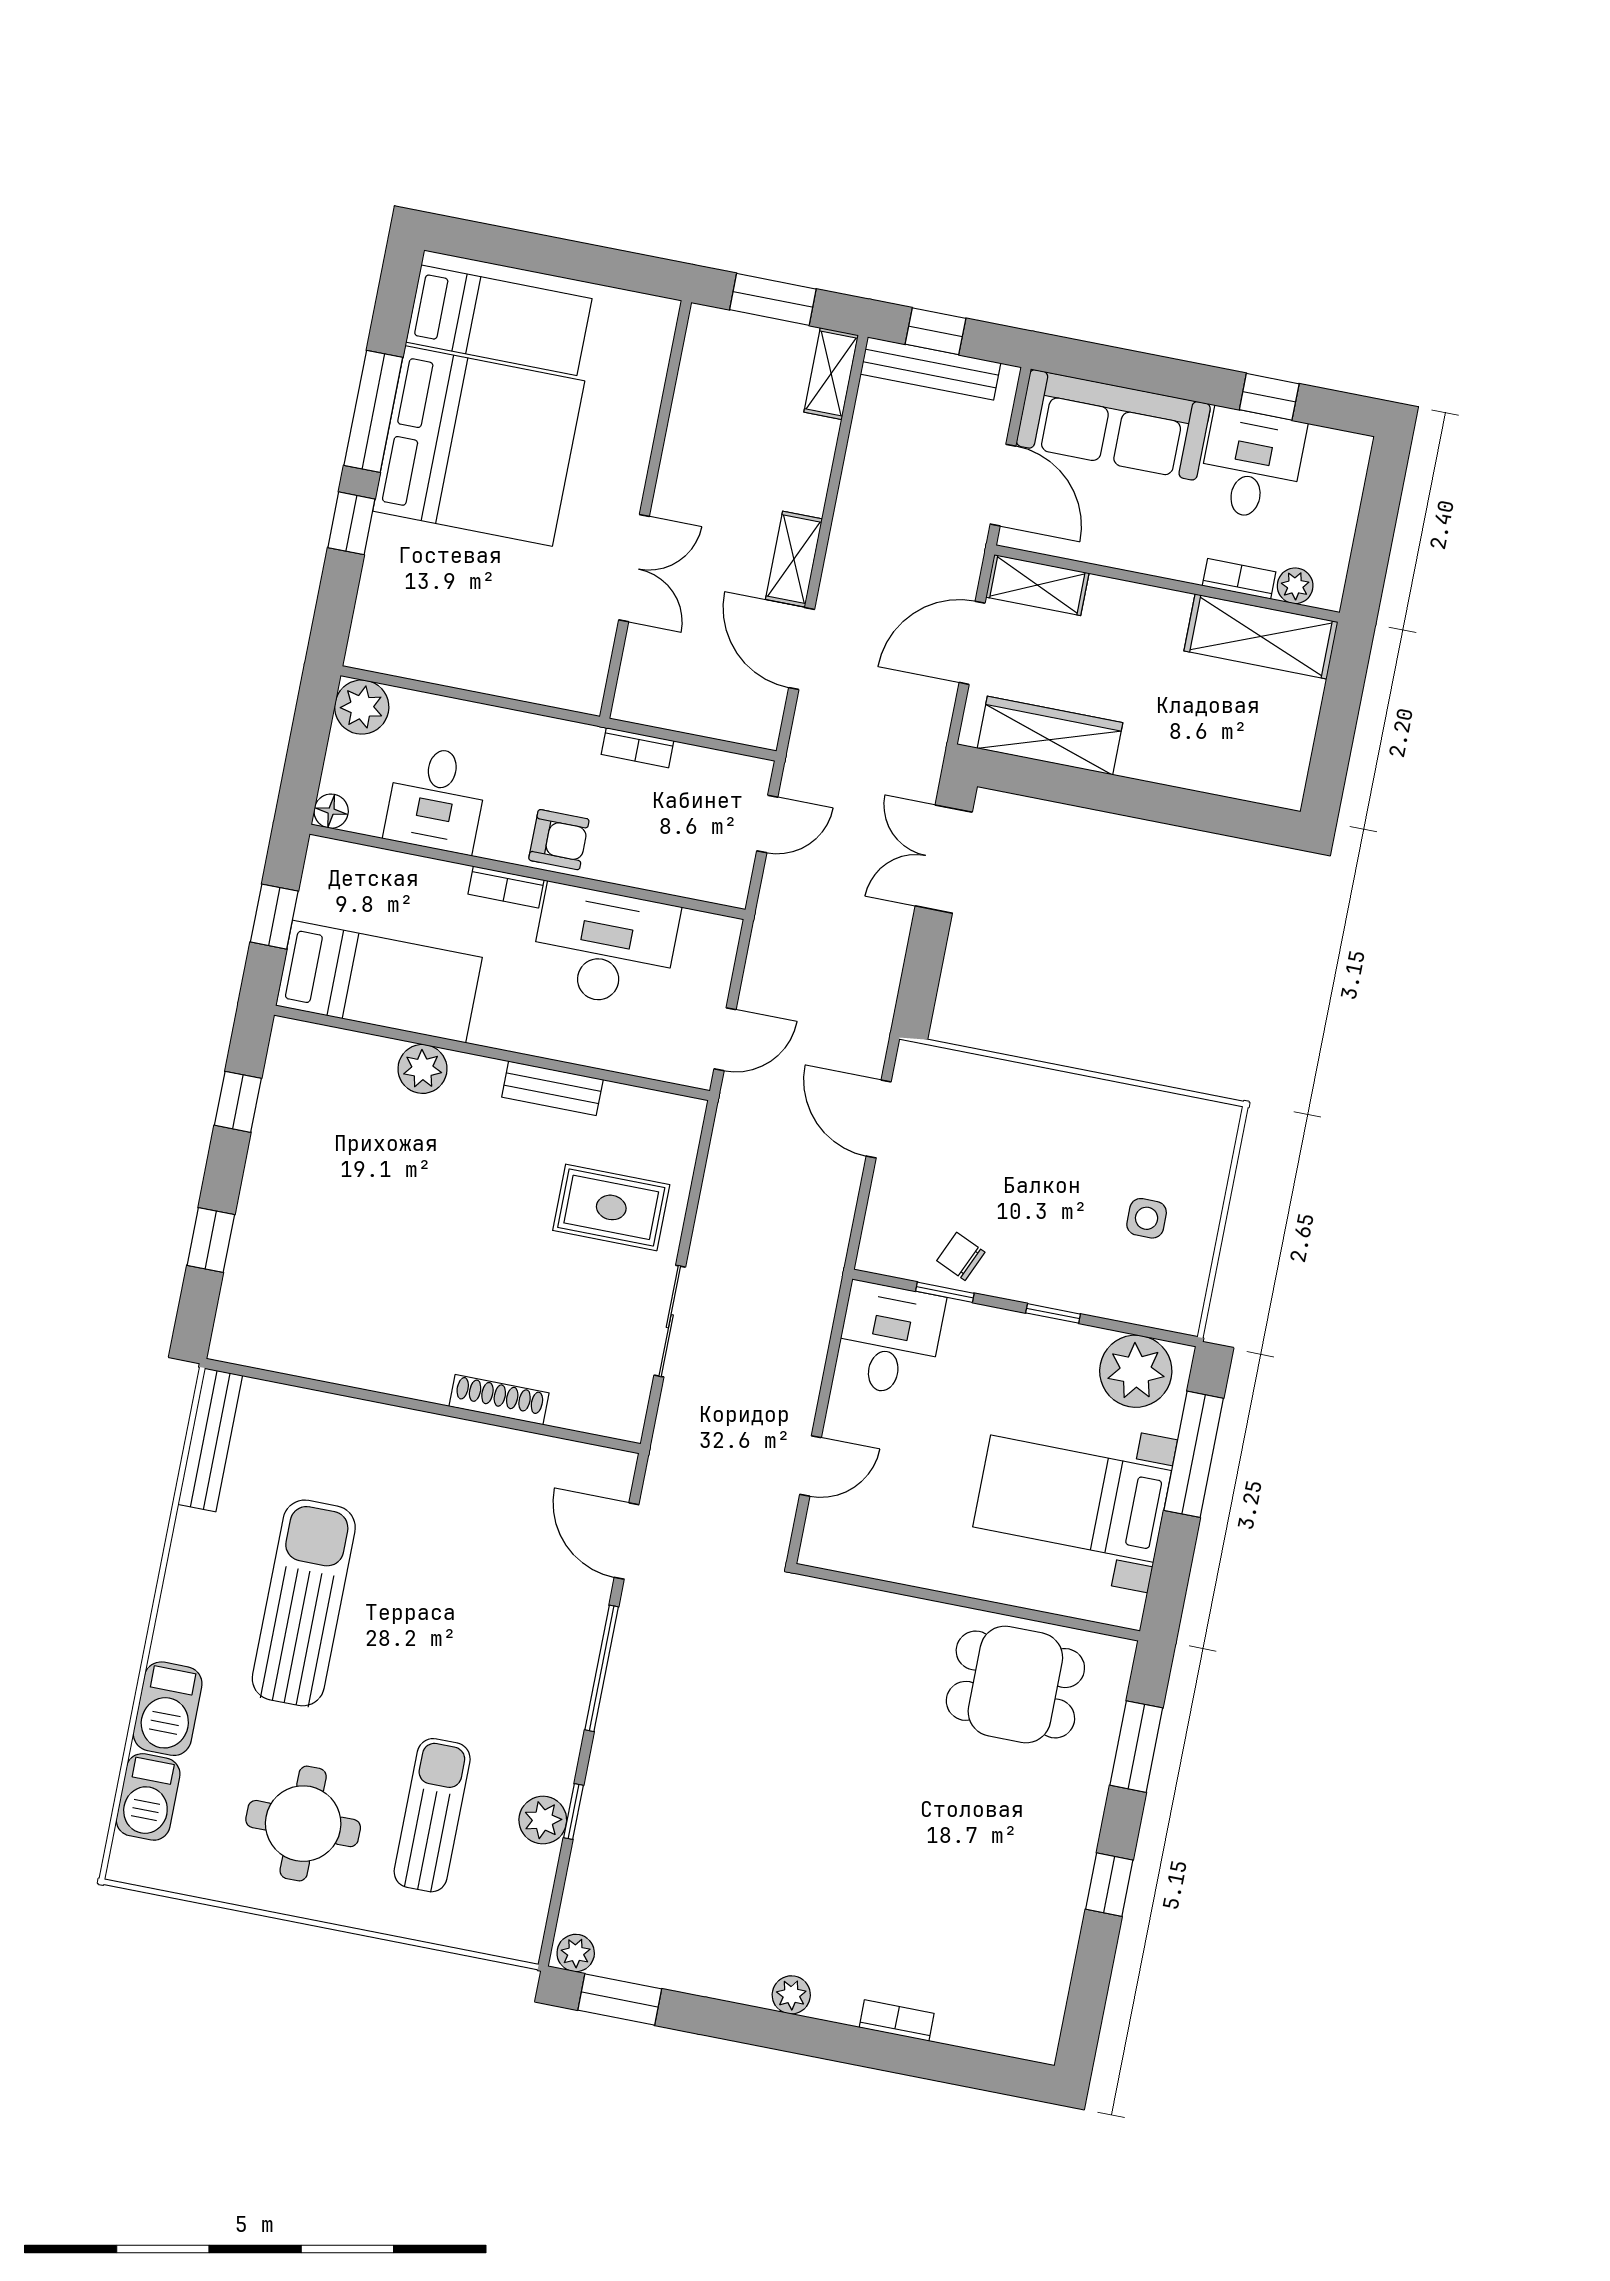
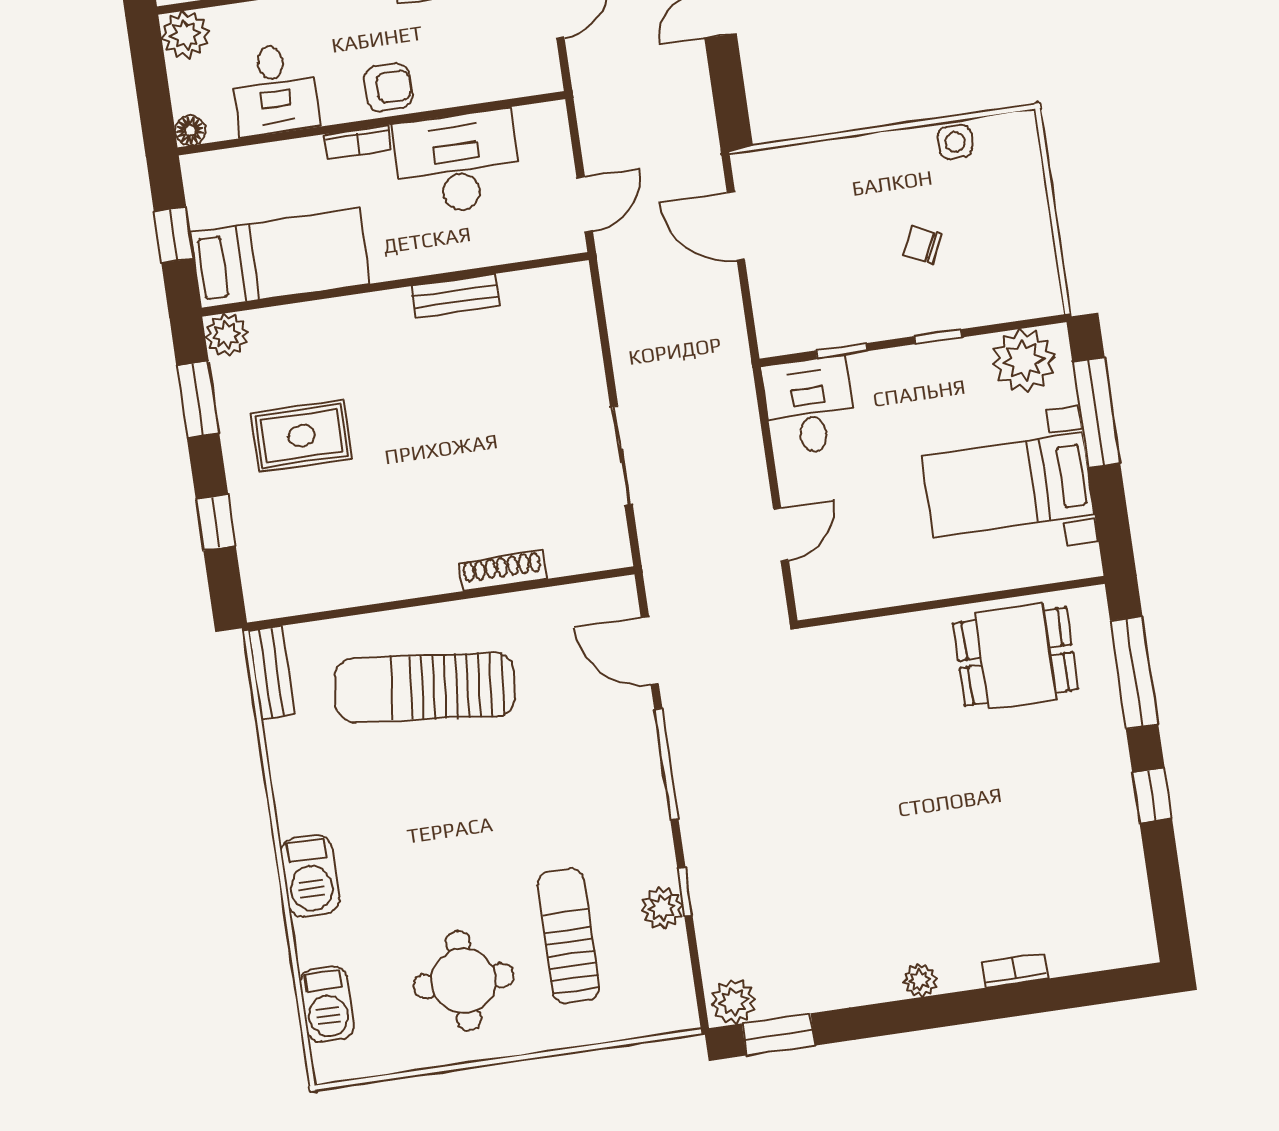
plant: (422, 1069) -> (227, 335), moved
window: (238, 1102) -> (198, 399), width x1.50
rug: (611, 1207) -> (302, 436), moved
side table: (1147, 1218) -> (955, 142), moved
chair: (961, 1256) -> (922, 245), moved
bench: (210, 1440) -> (271, 673), width x0.73
sun lounger: (304, 1603) -> (425, 687), moved, turned -84
barbecue: (168, 1709) -> (310, 876), moved
window: (1136, 1747) -> (1134, 673), width x1.44
plant: (576, 1953) -> (733, 1002), width x1.38, depth x1.38

